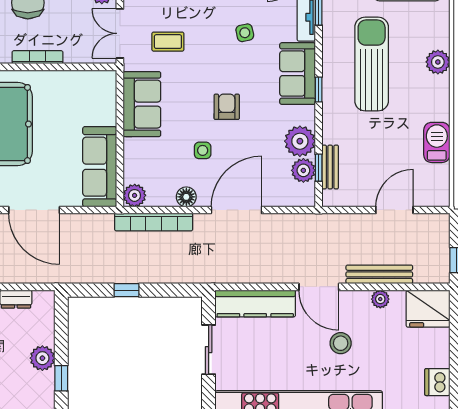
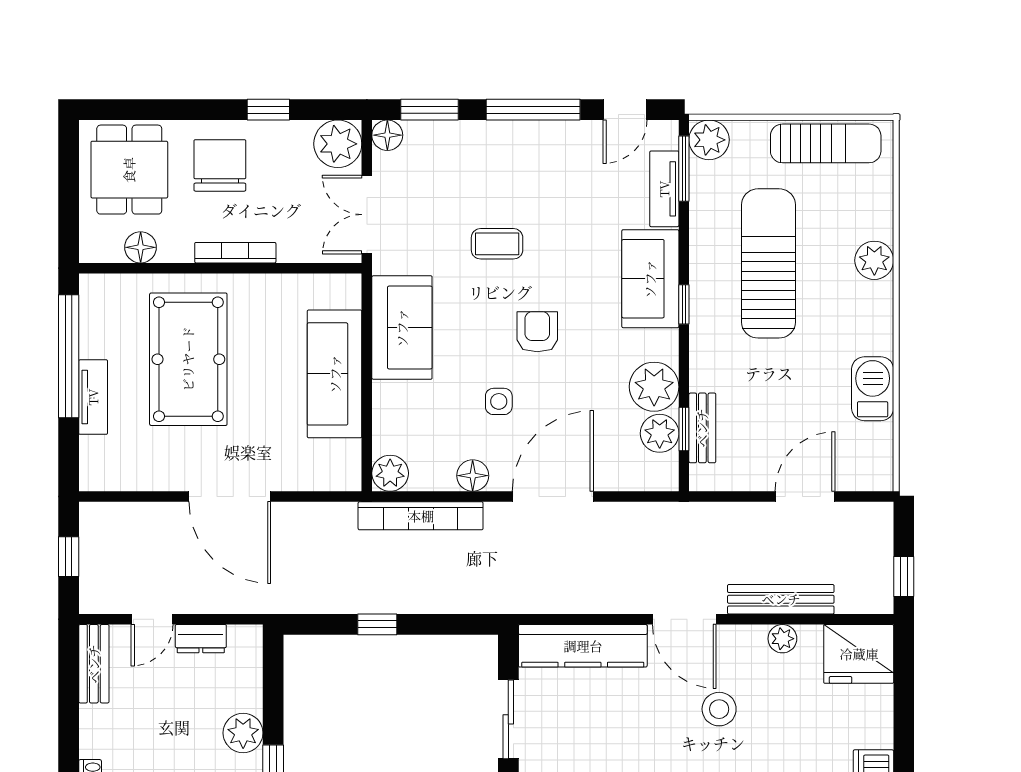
side table: (245, 33) -> (566, 214), removed
coffee table: (168, 42) -> (497, 244), moved
sofa: (100, 167) -> (335, 374), moved

